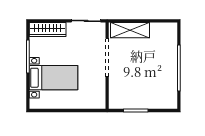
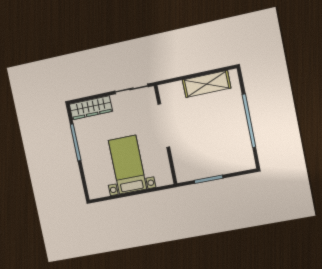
shelving: (130, 30) -> (207, 84), moved
bed with nightstands: (54, 78) -> (127, 165), moved, turned -90

